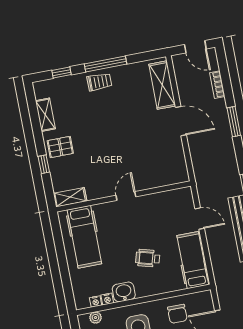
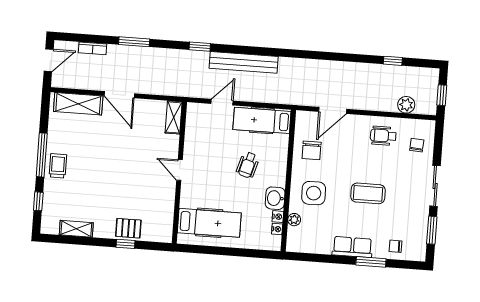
door: (181, 121) -> (119, 95), swing flipped
pallet: (60, 147) -> (128, 228), moved, turned 90
shelving: (70, 197) -> (174, 117), moved
chair: (177, 314) -> (312, 150), turned 90
plant: (95, 318) -> (294, 220), moved

